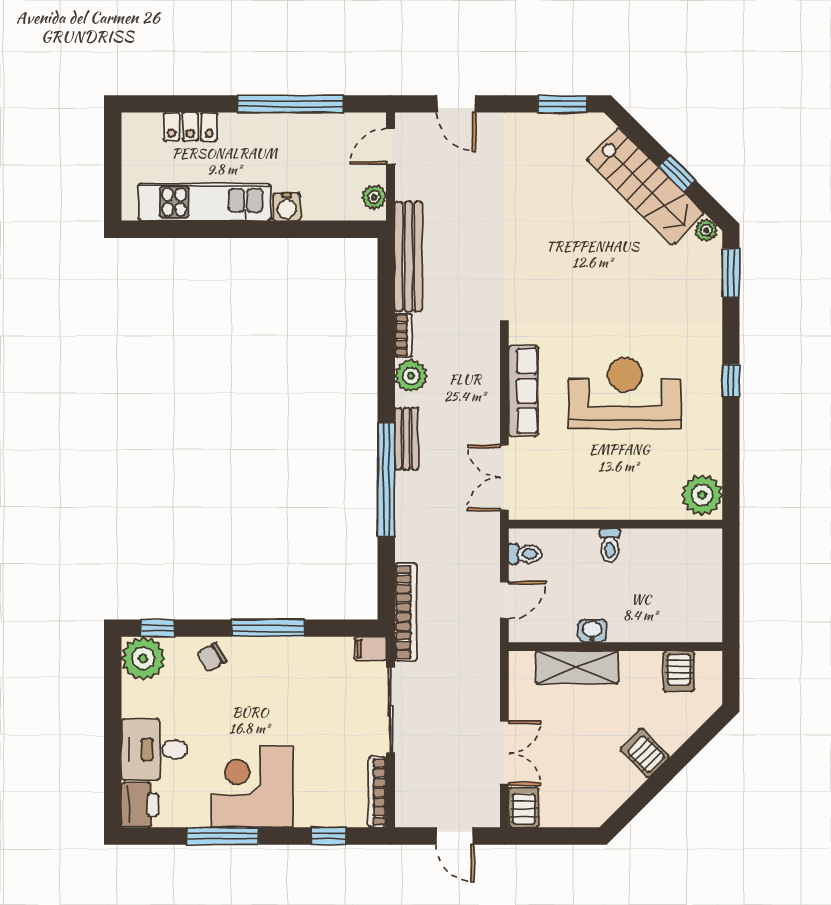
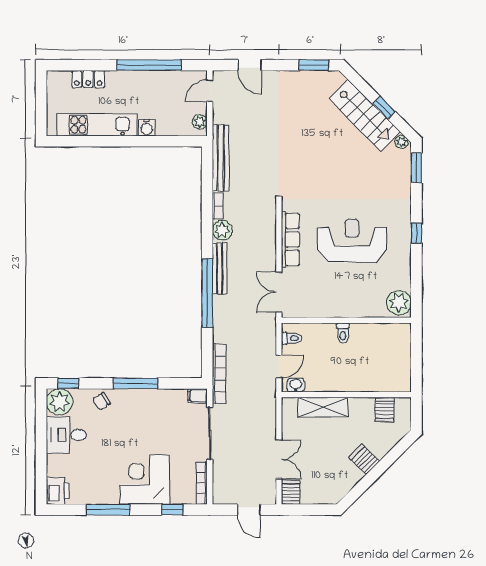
bench: (407, 439) -> (219, 268), width x1.36
washbasin: (592, 631) -> (296, 385), moved
desk: (154, 750) -> (66, 435), moved
corner desk: (252, 787) -> (145, 480), moved

